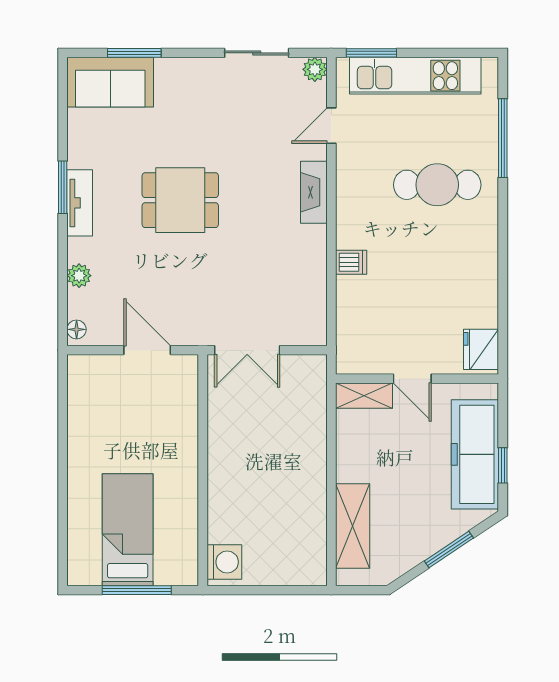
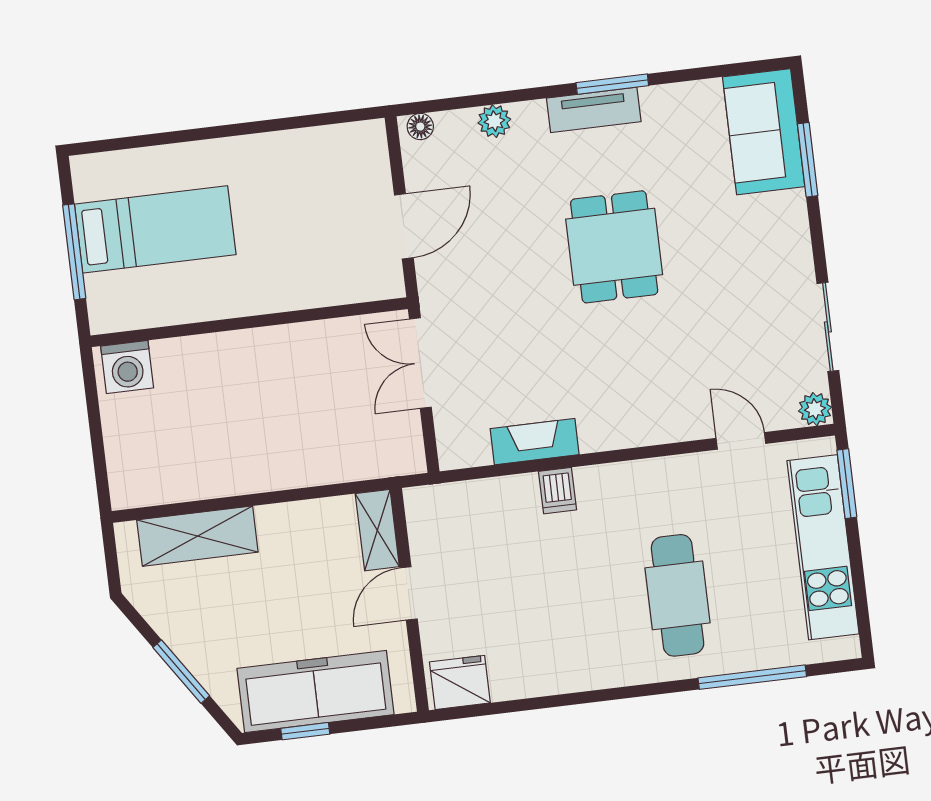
fireplace: (314, 192) -> (535, 442), moved

